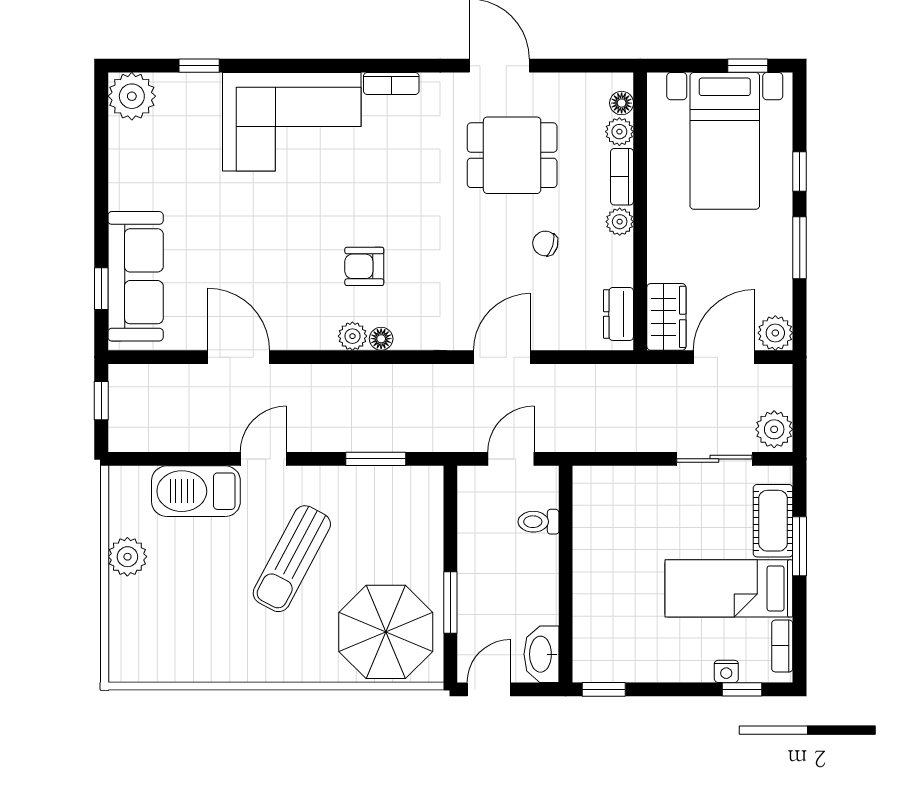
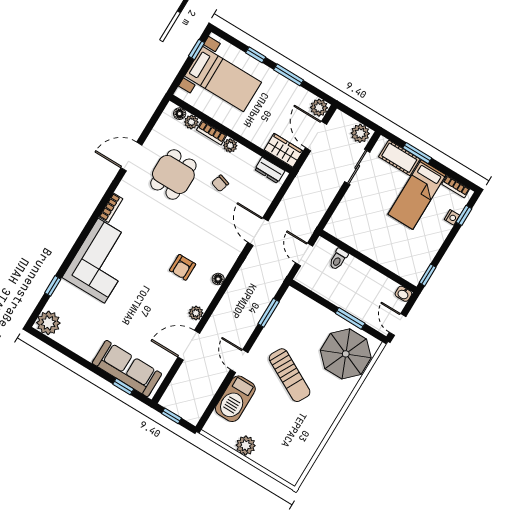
plant: (352, 336) -> (196, 313), moved
washbasin: (541, 654) -> (403, 294), width x0.52, depth x0.69

